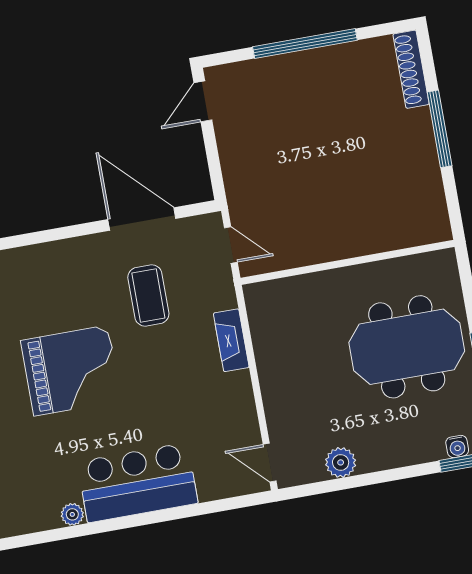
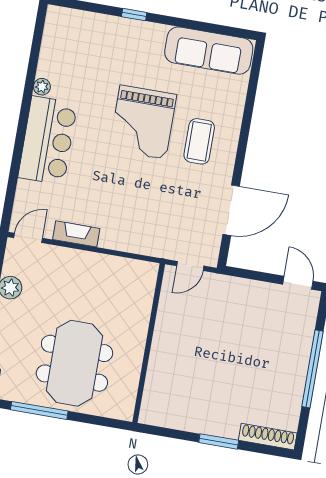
window: (440, 129) -> (219, 441), width x0.69
coffee table: (148, 296) -> (199, 141), moved, turned 90
fireplace: (231, 340) -> (76, 234), moved

